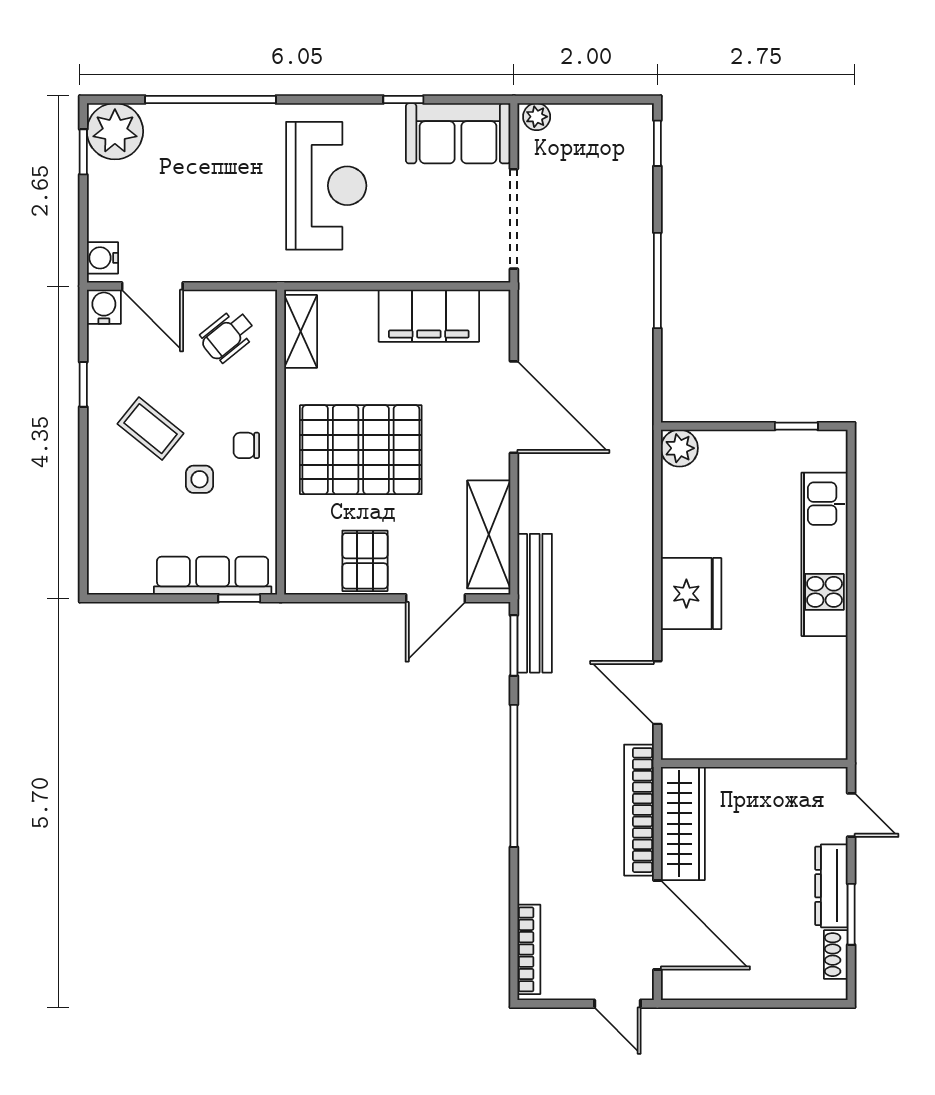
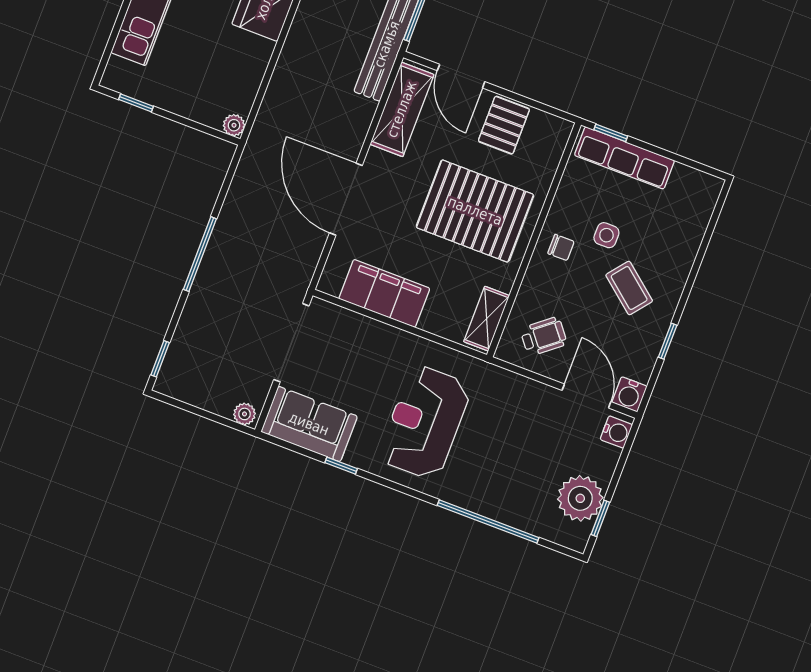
plant: (115, 131) -> (580, 498), moved
plant: (679, 448) -> (234, 125), width x0.73, depth x0.73
door: (435, 598) -> (461, 76), swing flipped

